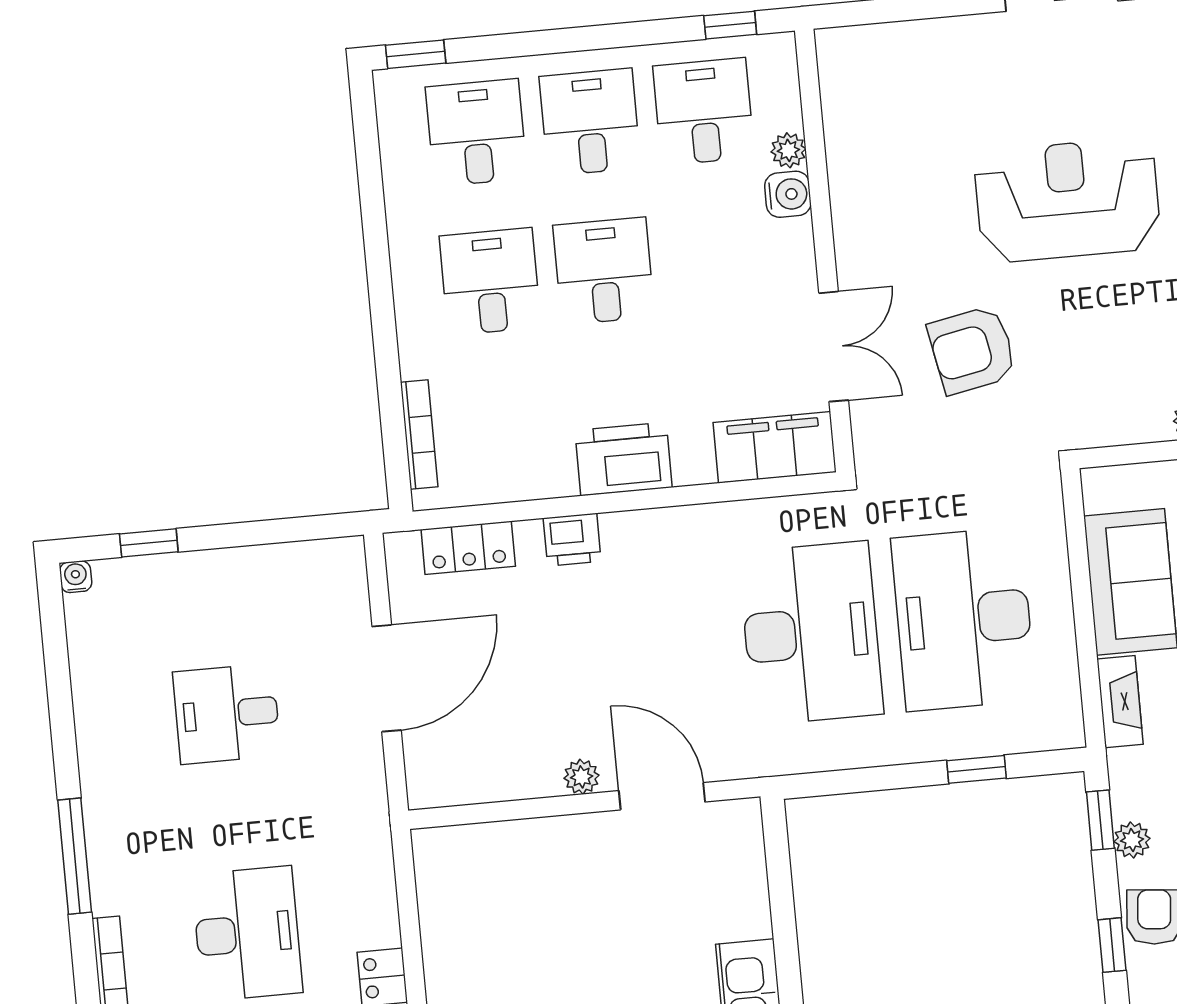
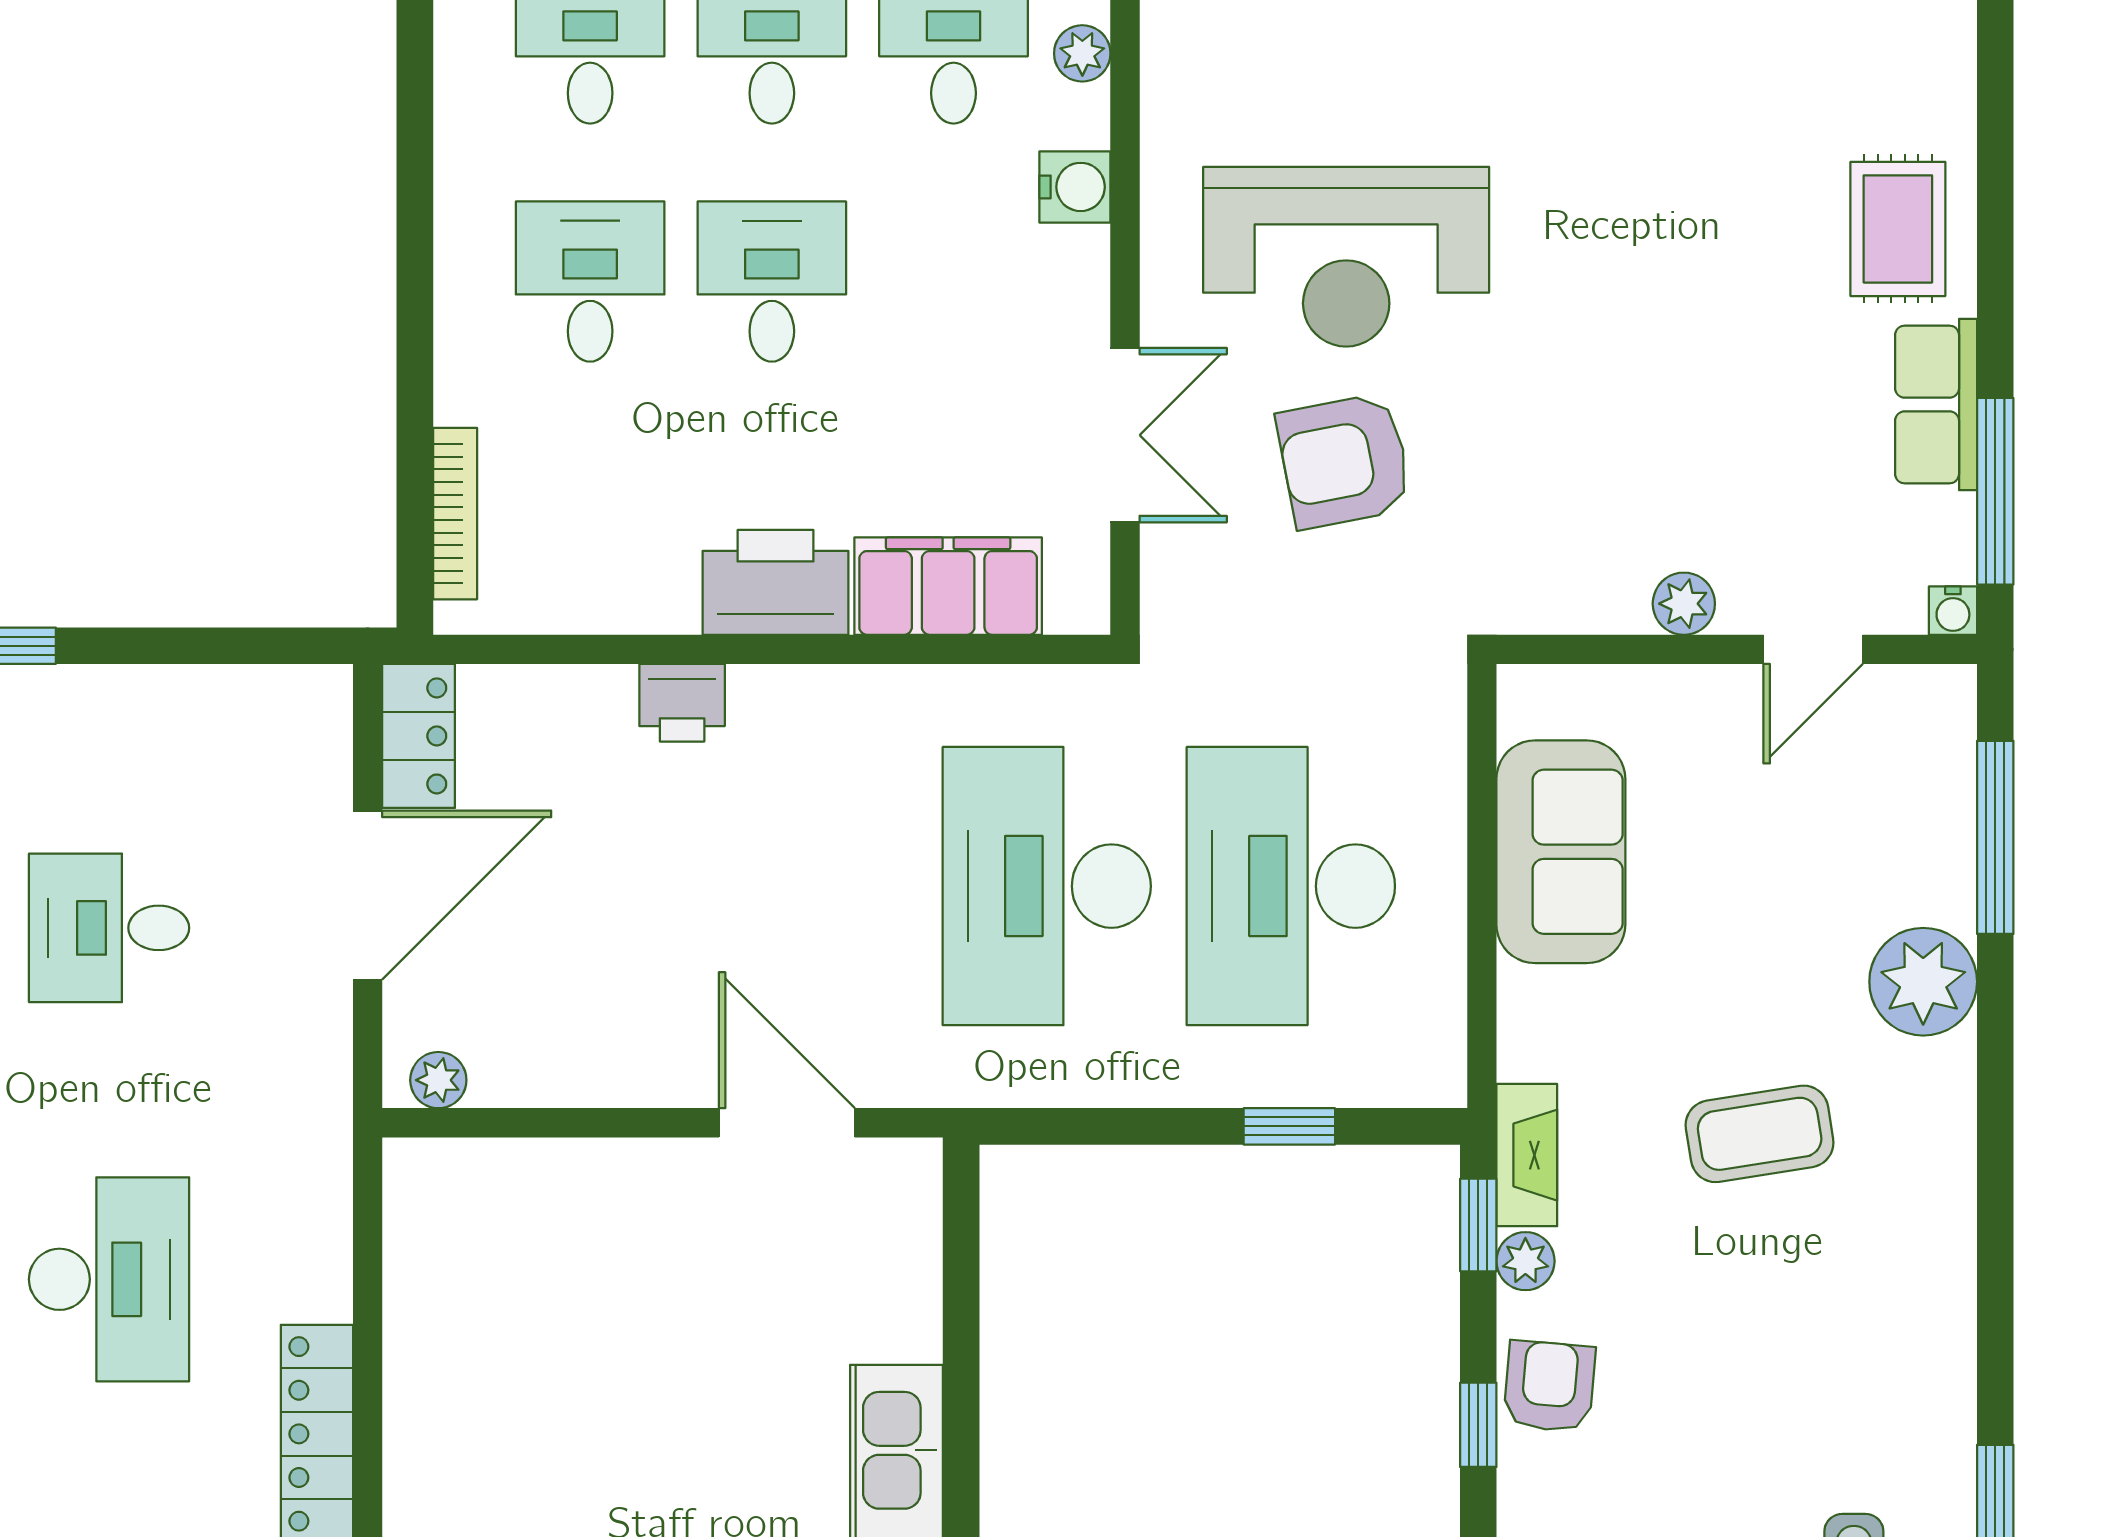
plant: (788, 150) -> (1082, 53), moved
reception desk: (1067, 200) -> (1346, 257), moved, turned 180
filing cabinet: (775, 447) -> (948, 586), moved
locker: (468, 548) -> (419, 736), moved, turned -90
desk: (811, 633) -> (1047, 886), turned 180
fireplace: (1120, 702) -> (1527, 1155), moved
plant: (582, 777) -> (438, 1080), moved

